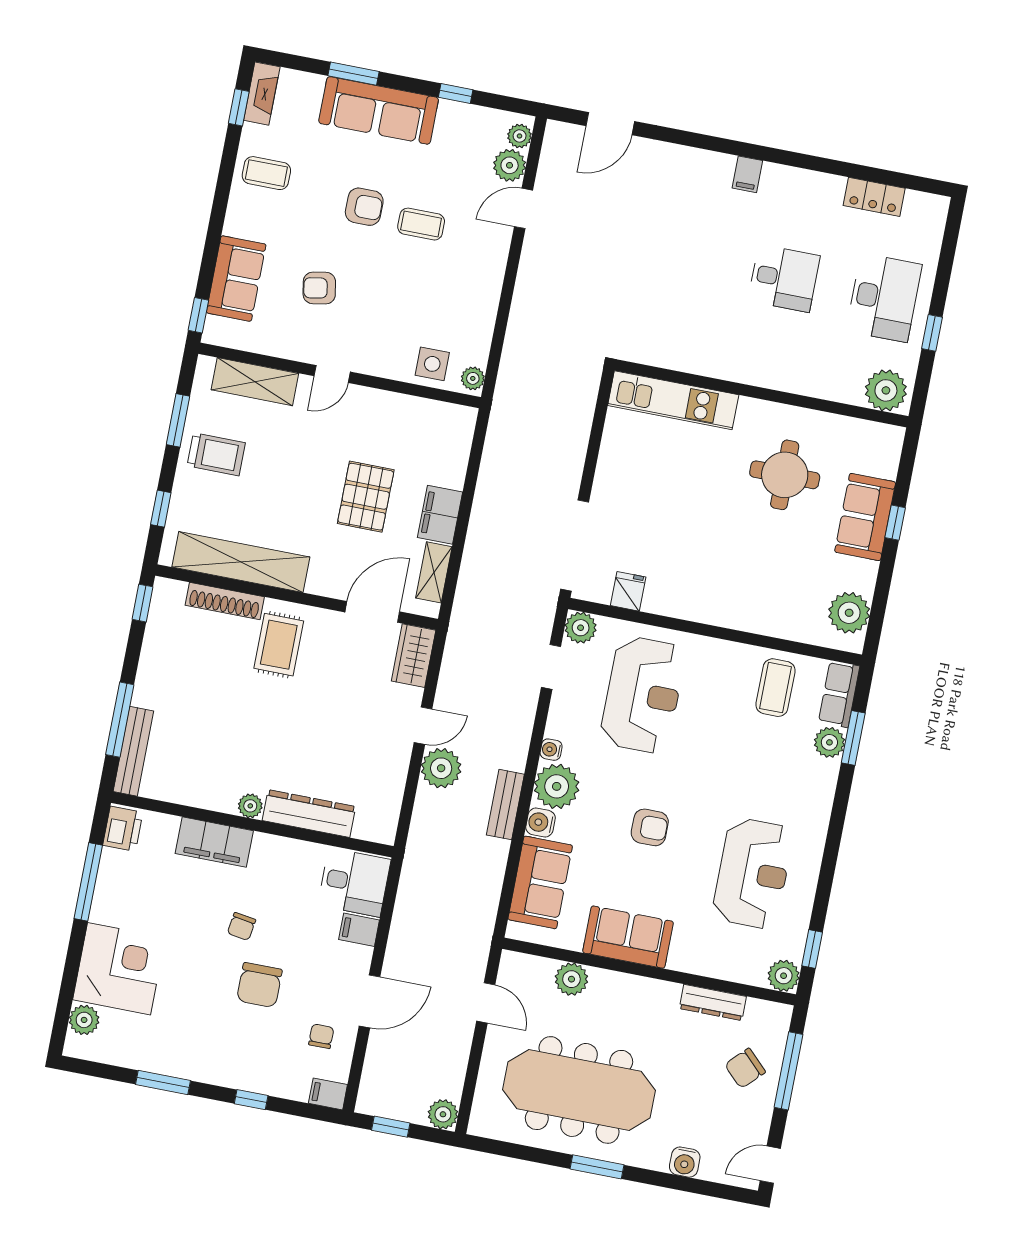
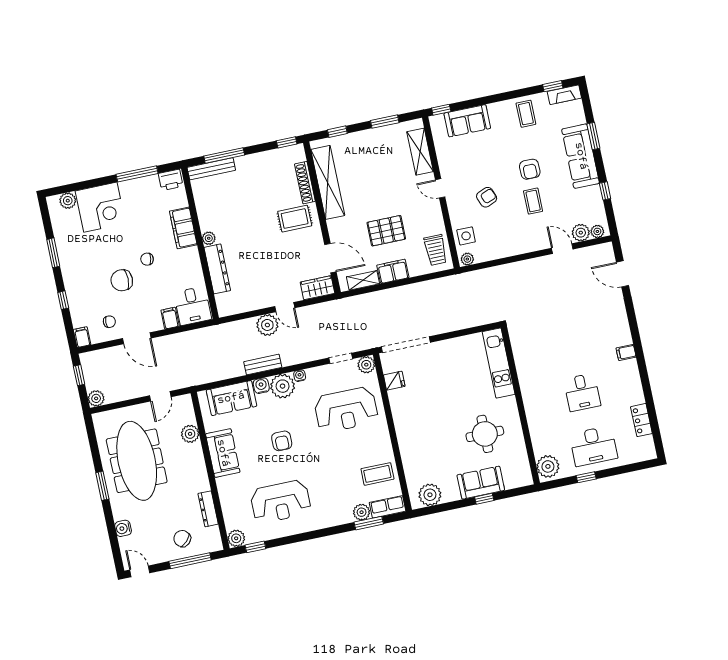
armchair: (319, 288) -> (487, 197), moved, turned 78
trolley: (216, 454) -> (436, 250), moved

